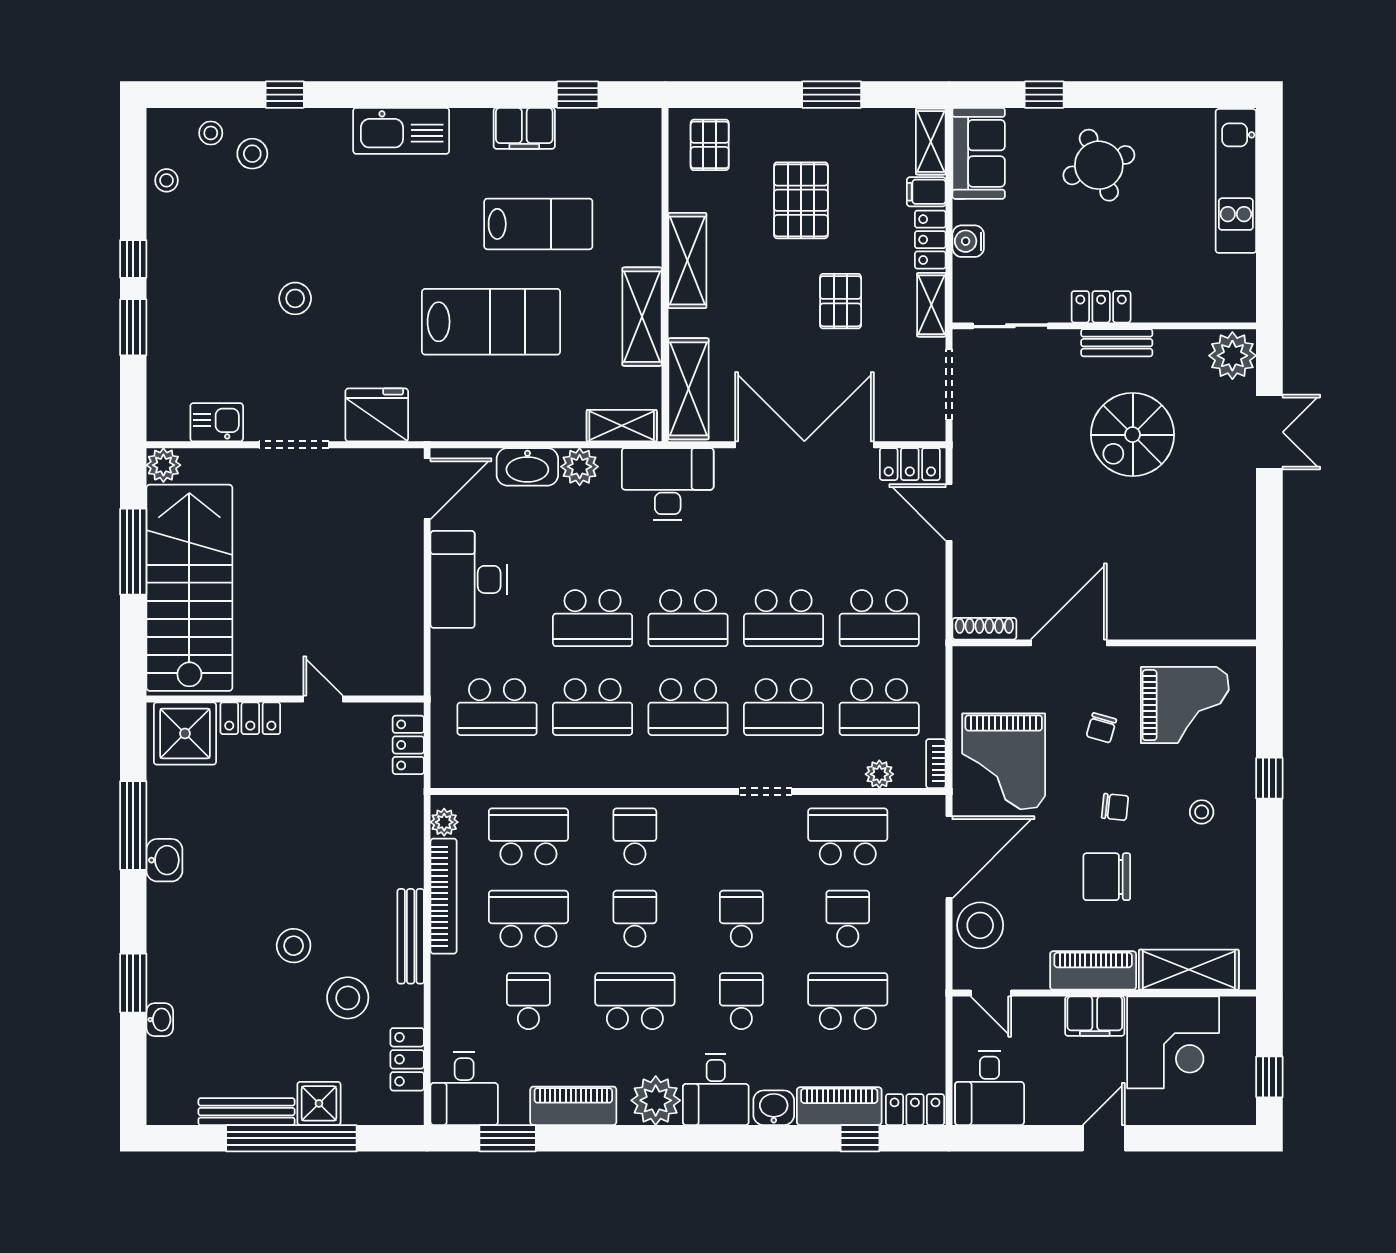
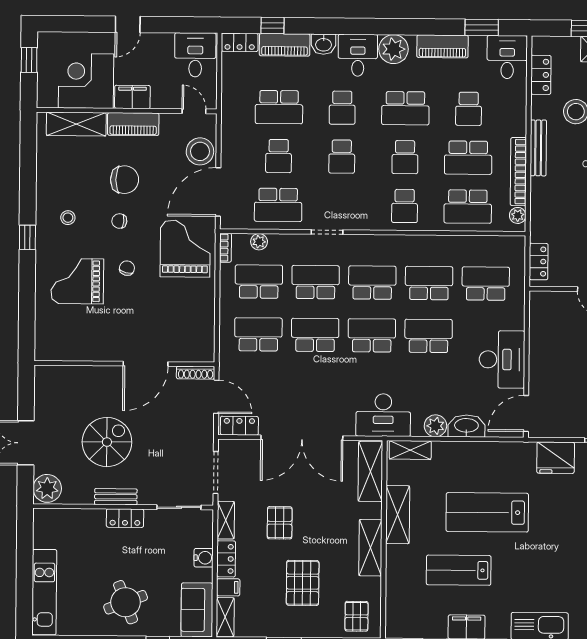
shoe rack: (984, 629) -> (196, 373), moved
door: (1069, 643) -> (146, 364), moved
wall: (1104, 643) -> (124, 364), moved

